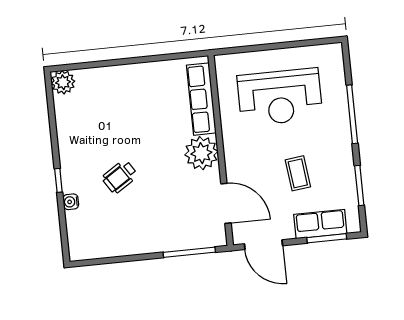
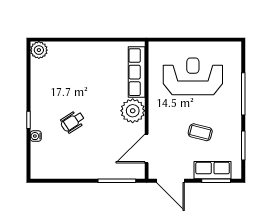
reception desk: (280, 97) -> (193, 76), turned 180
coffee table: (298, 173) -> (200, 132), turned -69
door: (226, 203) -> (147, 149), swing flipped

